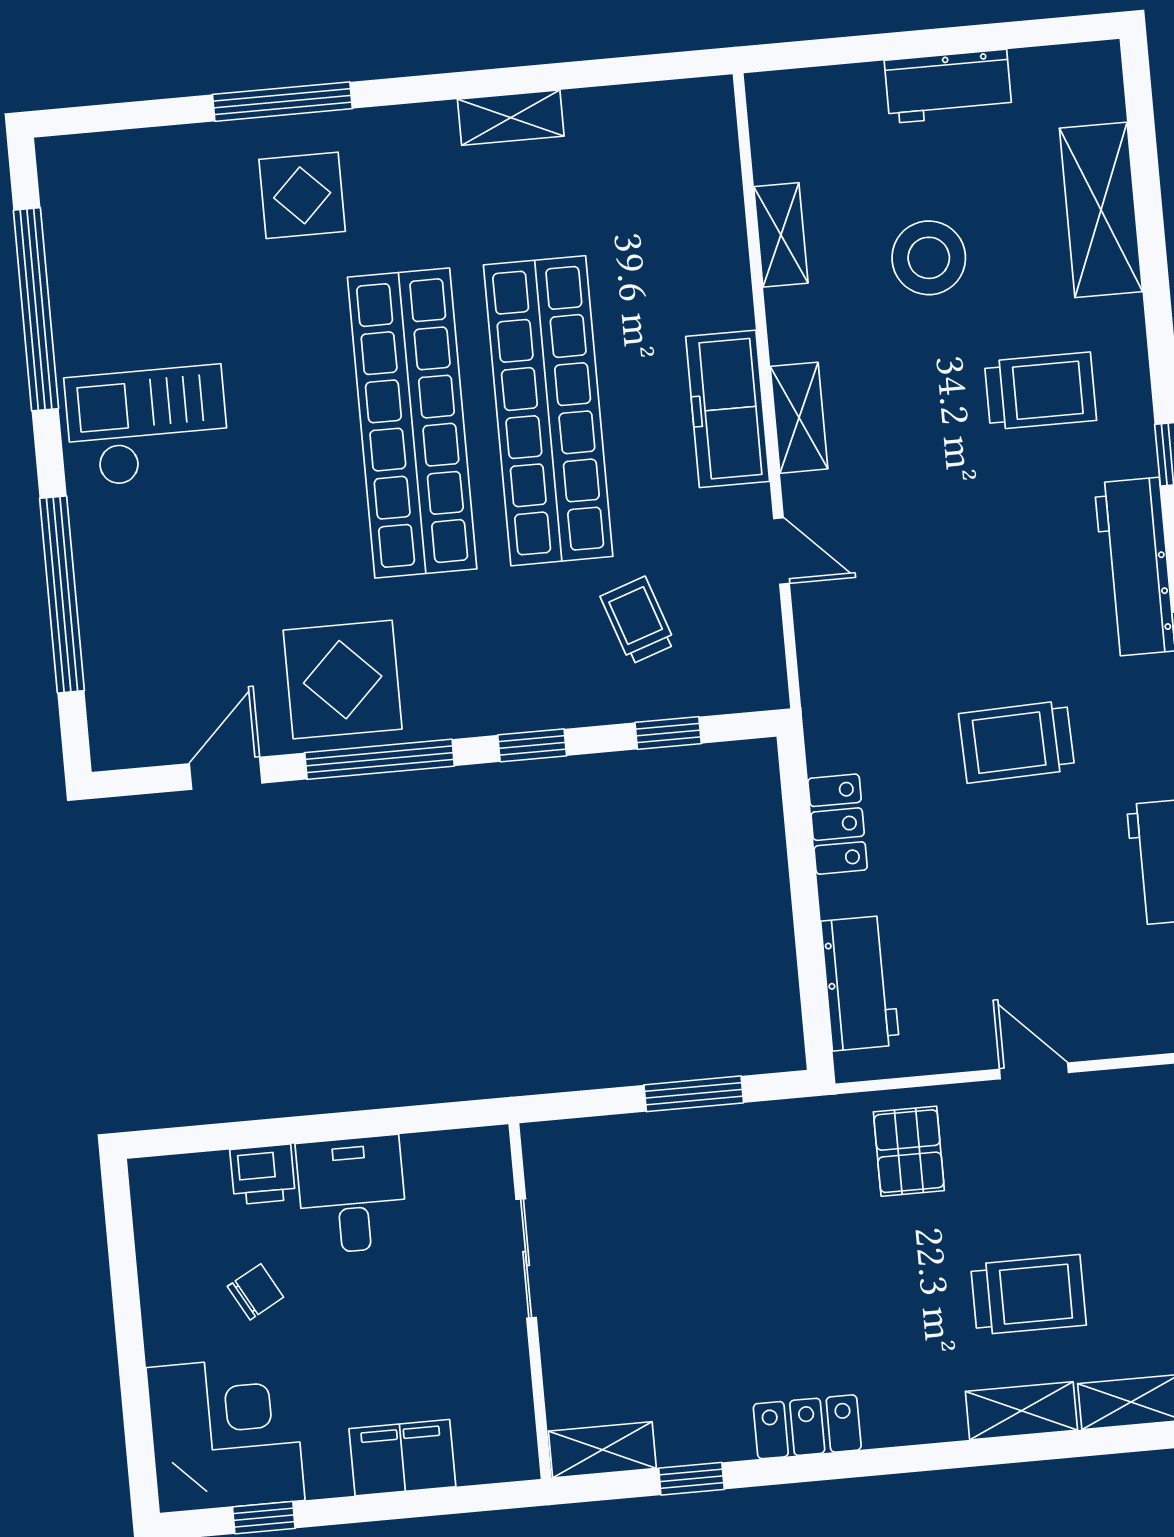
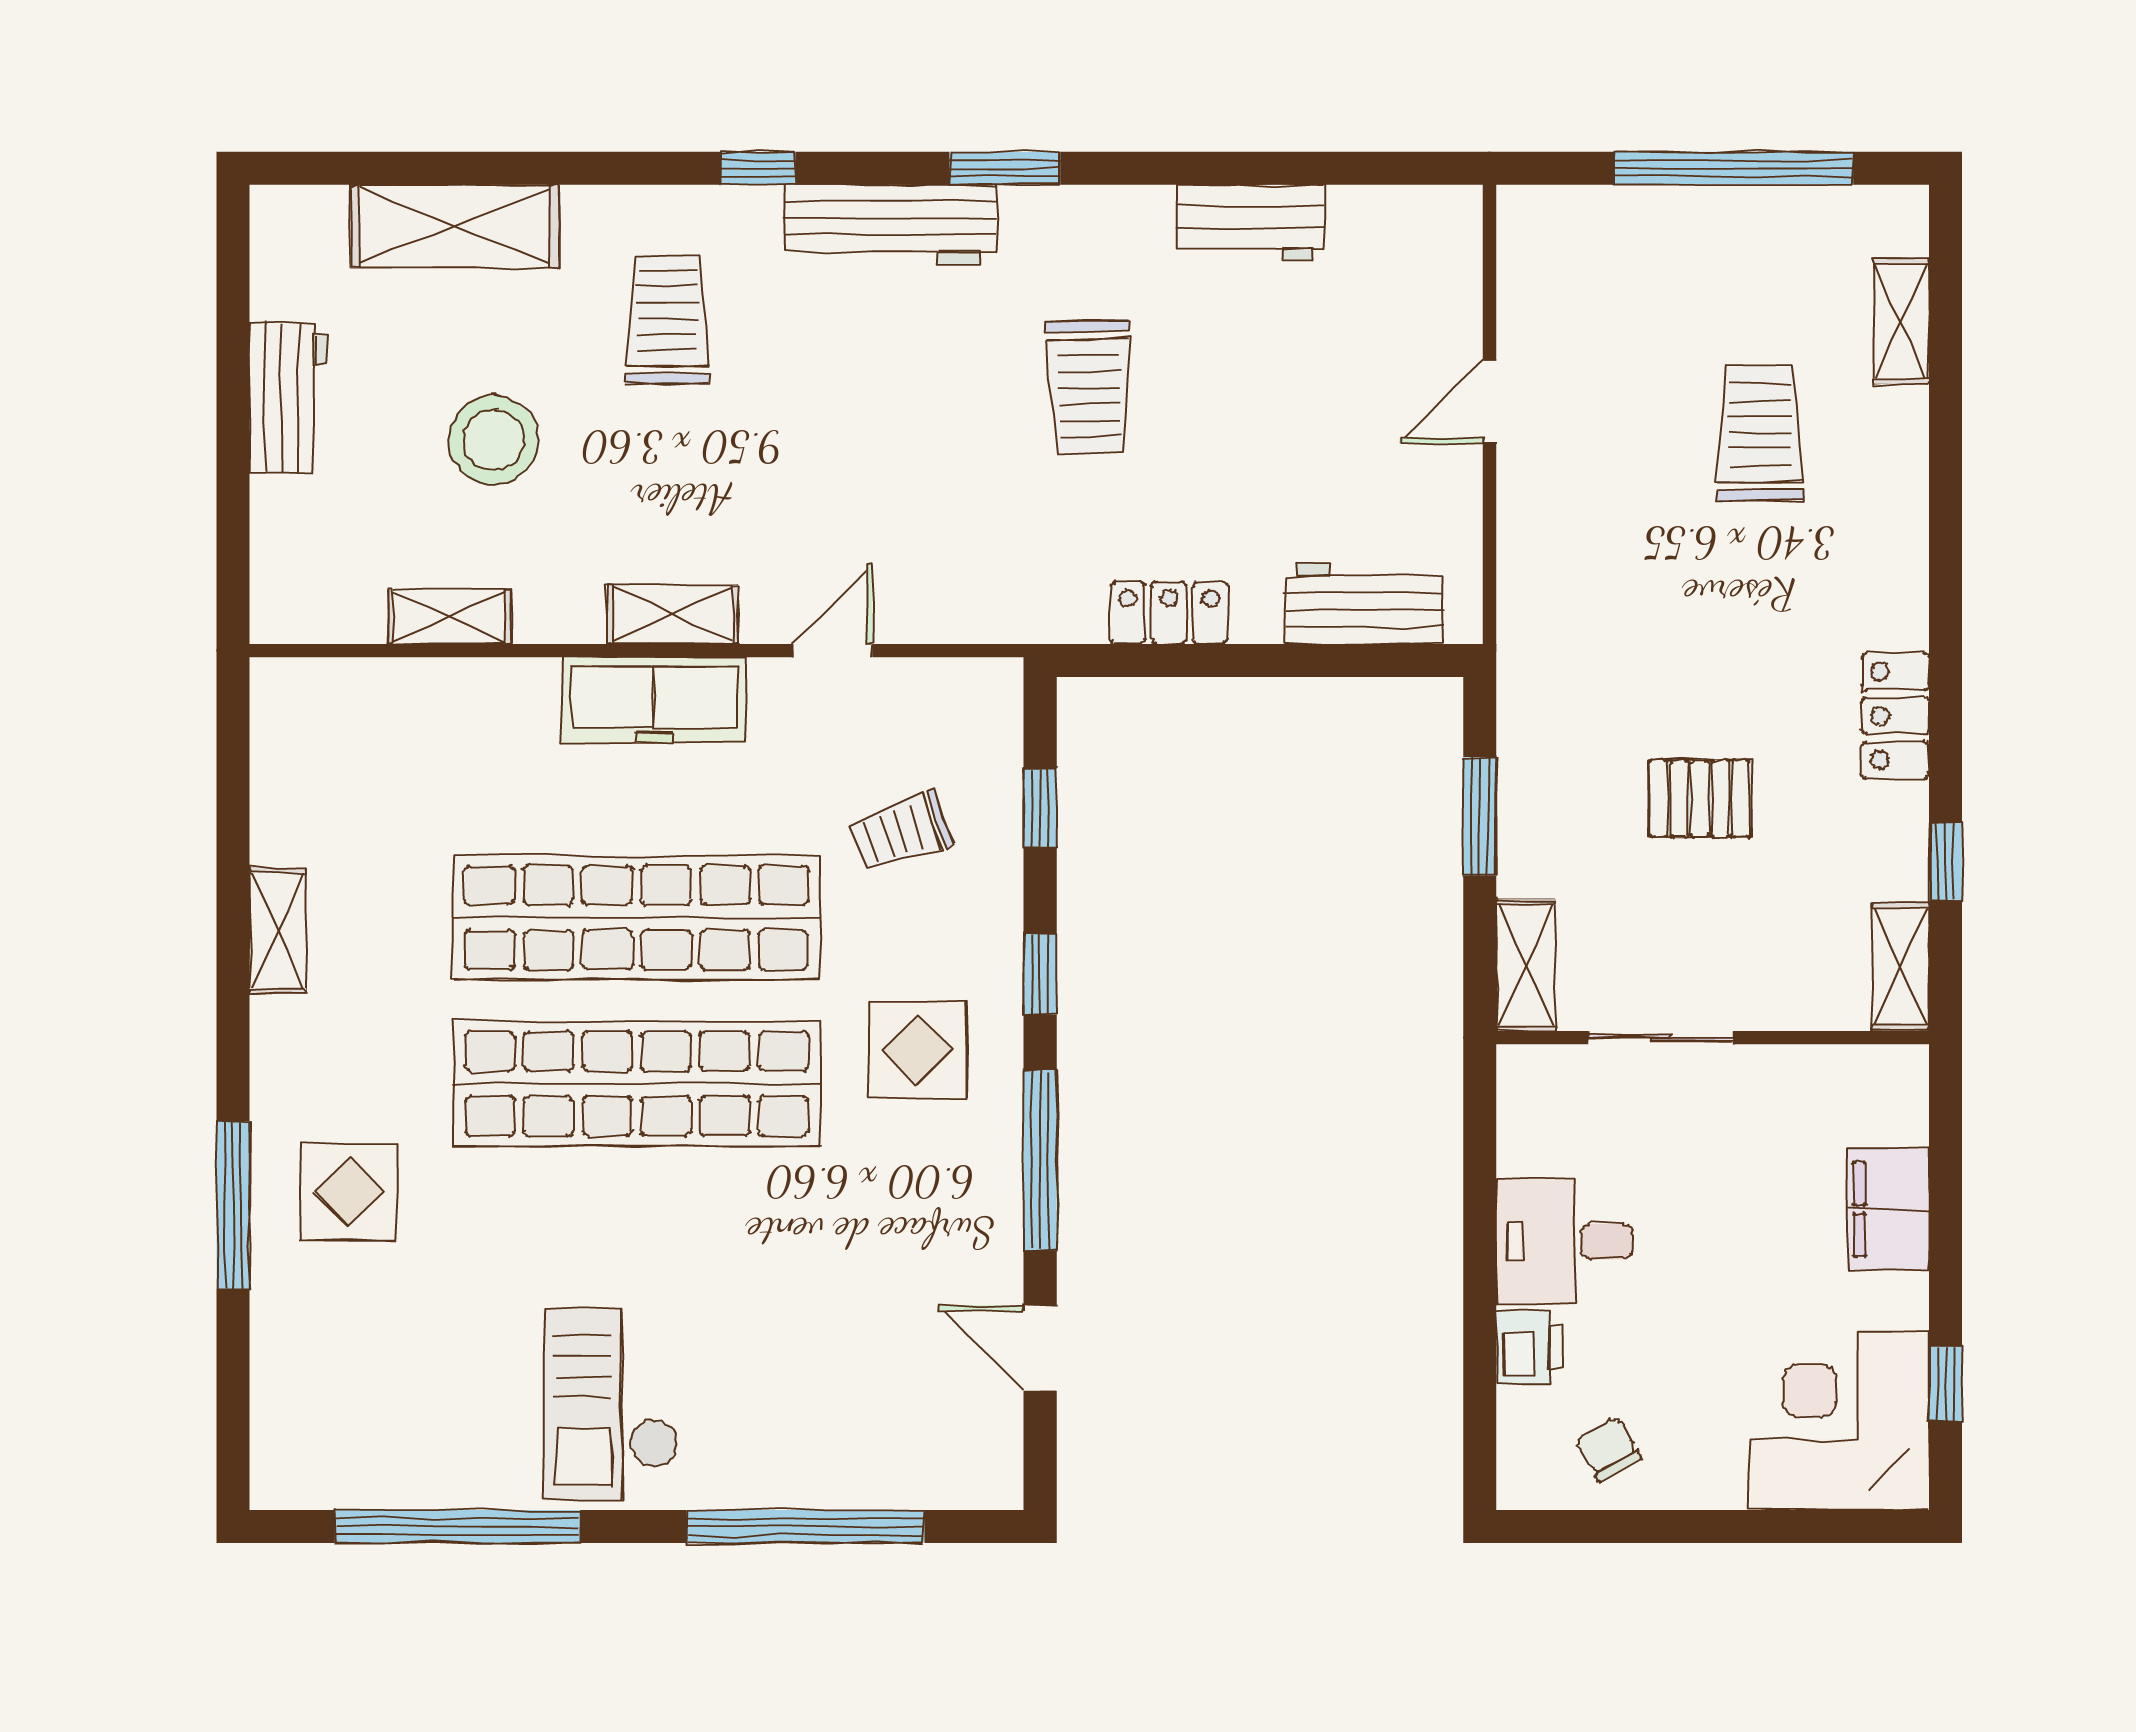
display table: (343, 680) -> (917, 1050), moved, width x0.73, depth x0.73
pallet: (909, 1151) -> (1700, 799), moved
chair: (255, 1292) -> (1608, 1449), moved
shelving: (1021, 1411) -> (1526, 965), moved

